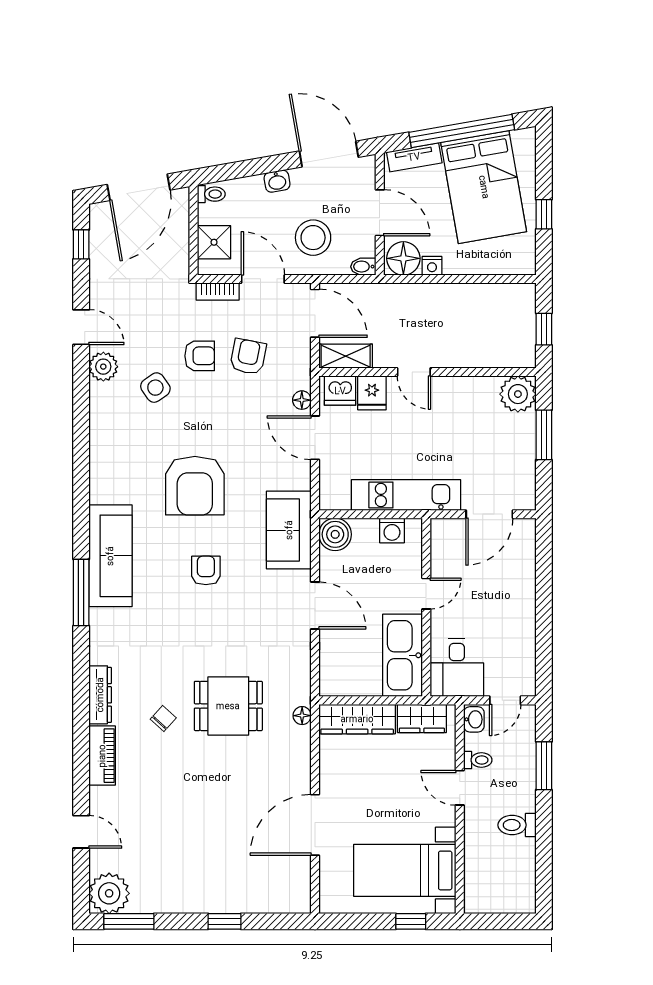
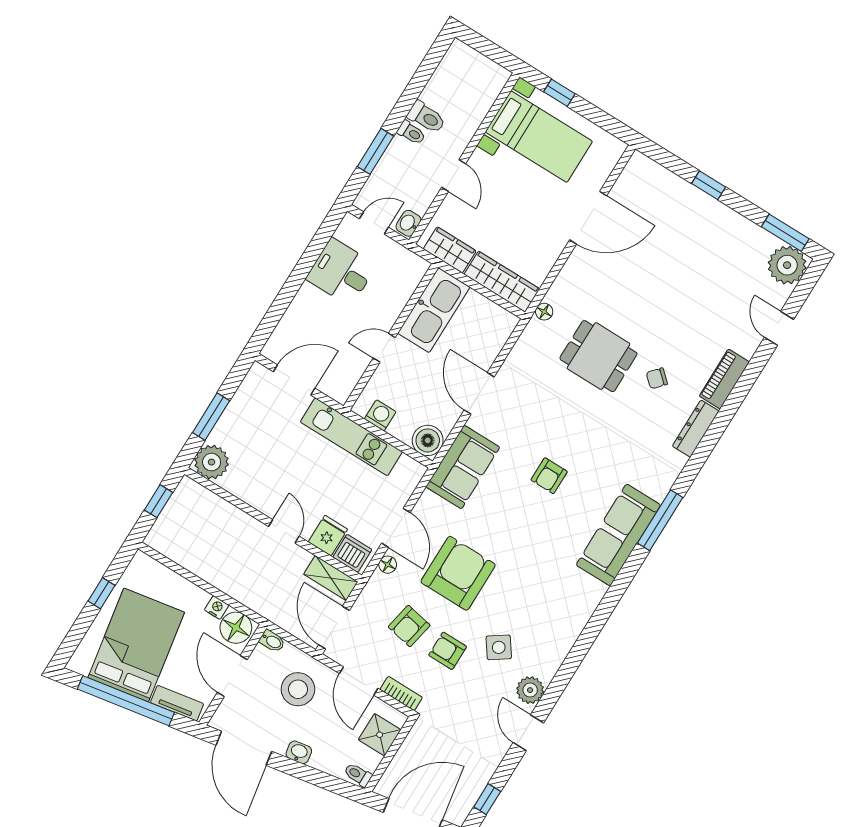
armchair: (195, 486) -> (458, 573), moved
desk: (457, 668) -> (341, 272), moved, turned -90
toilet: (478, 760) -> (411, 133), moved, turned 180

